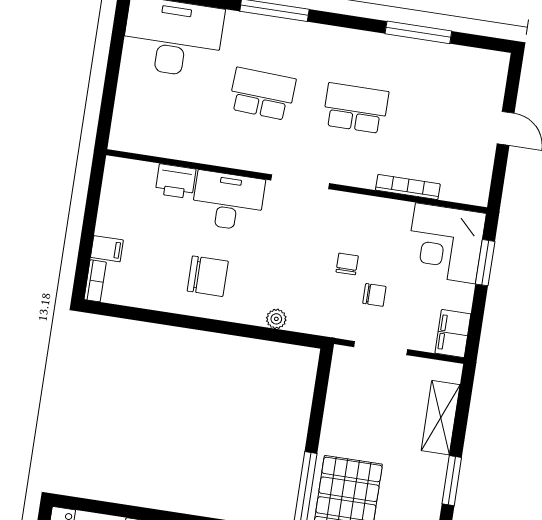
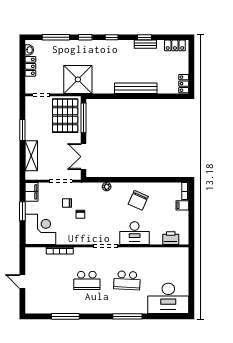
printer: (176, 181) -> (171, 238), moved
window: (485, 263) -> (22, 211), moved
chair: (208, 276) -> (138, 200), turned -66
double door: (319, 397) -> (84, 157), added

